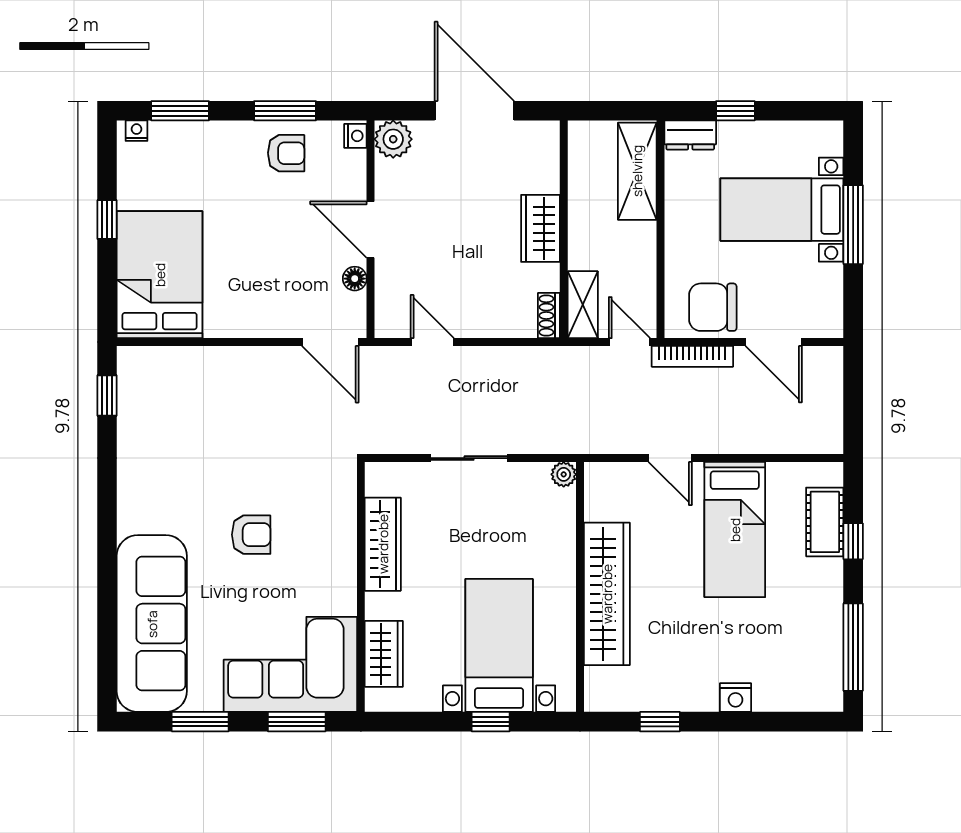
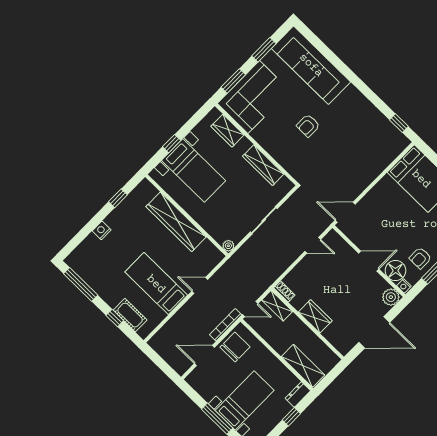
floor lamp: (355, 279) -> (396, 271), moved, width x1.89, depth x1.89

